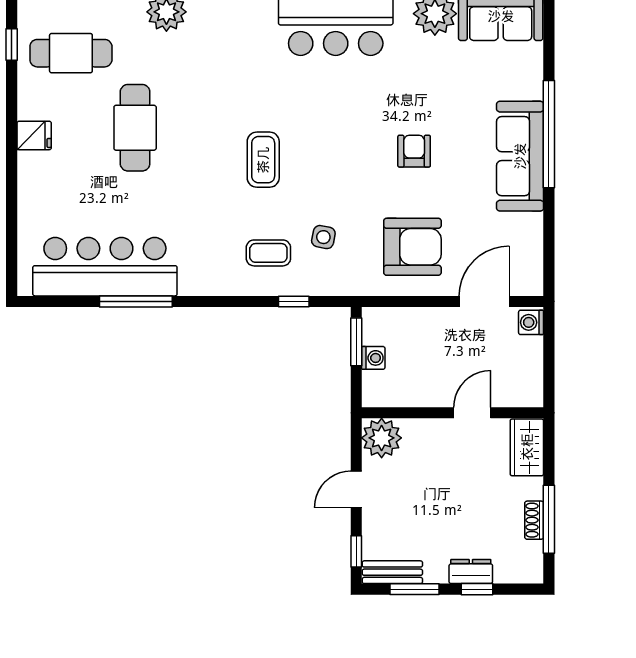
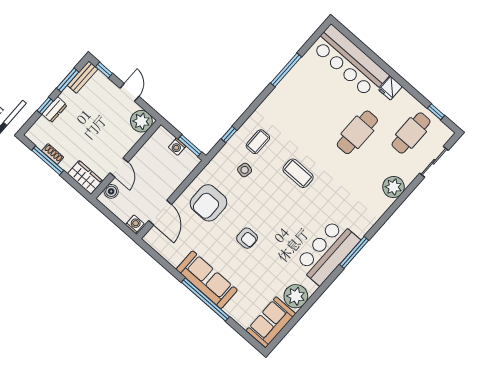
cafe table: (135, 128) -> (357, 132), turned 90
bar counter: (105, 267) -> (350, 61), moved, turned 90
boiler: (514, 395) -> (111, 191), added

